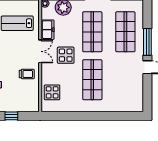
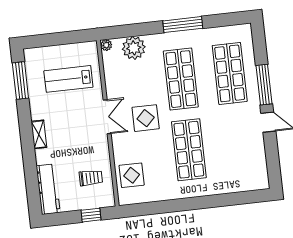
freezer: (48, 30) -> (114, 83), removed
trolley: (27, 74) -> (91, 178), moved
window: (11, 116) -> (91, 215), moved

